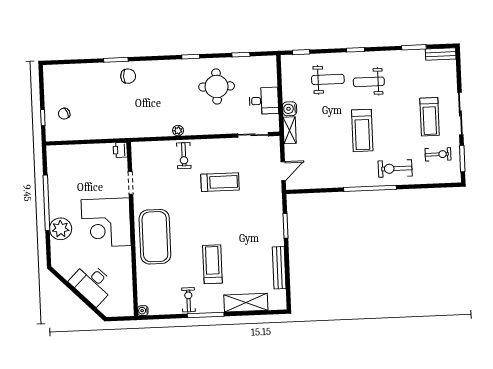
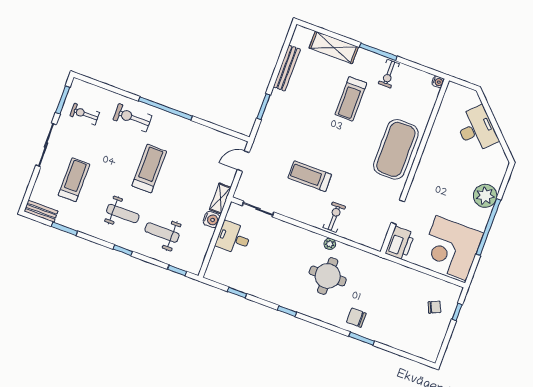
round table: (217, 86) -> (328, 276), moved
treadmill: (430, 117) -> (74, 180), moved
printer: (120, 150) -> (400, 243), width x1.87, depth x1.48
exercise bike: (395, 168) -> (132, 118), turned 180
corner desk: (106, 223) -> (451, 248), moved, turned 180

